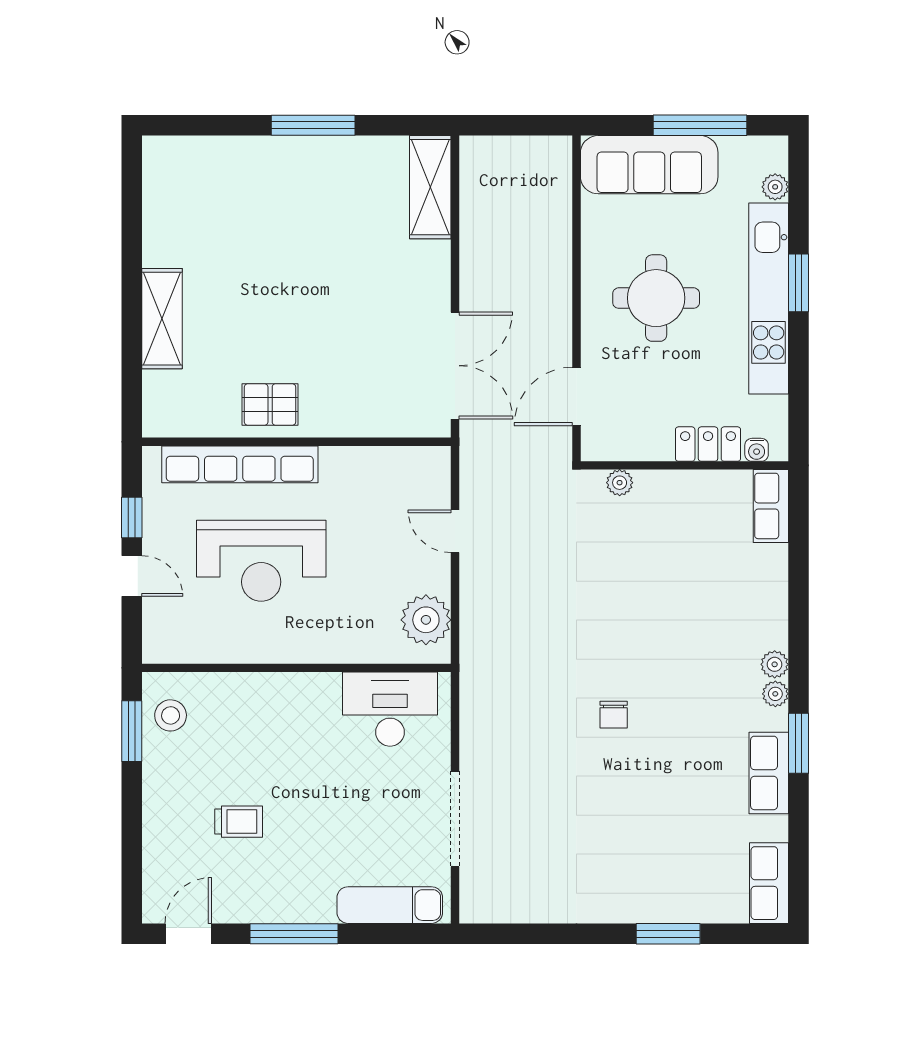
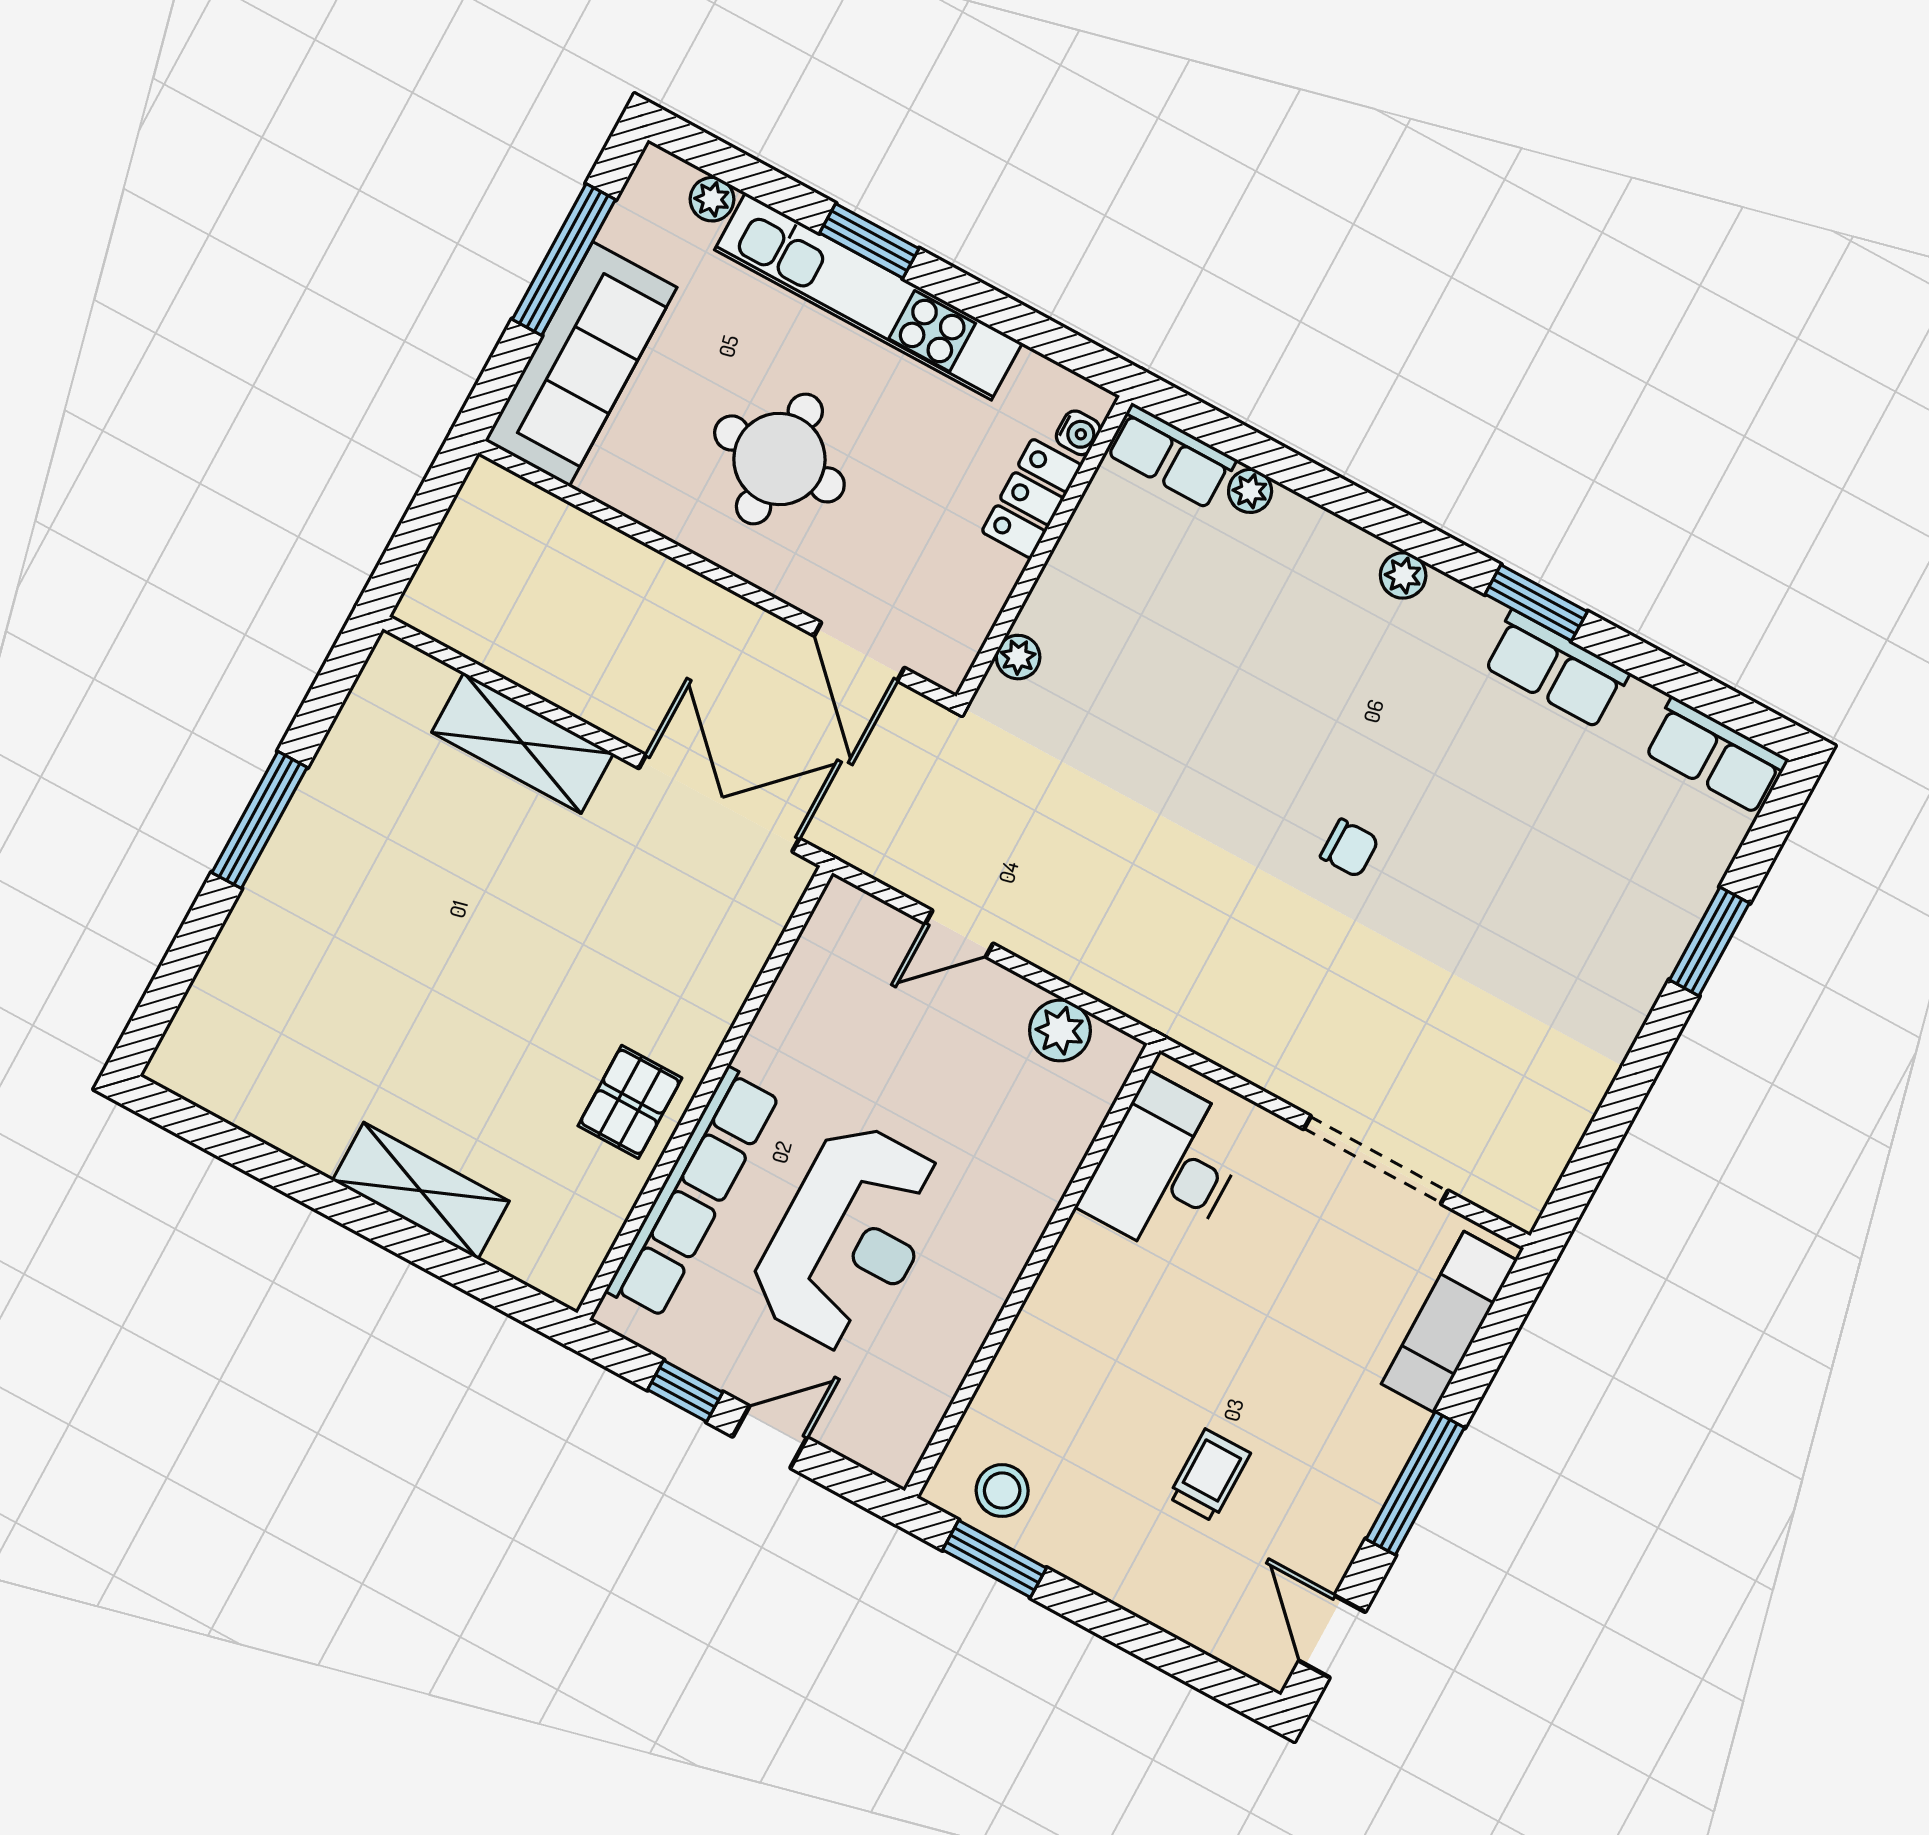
shelving: (430, 187) -> (523, 743), moved
plant: (426, 620) -> (1060, 1030), width x0.73, depth x0.73
plant: (775, 694) -> (1250, 491), moved

